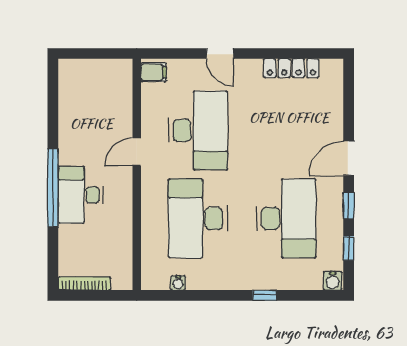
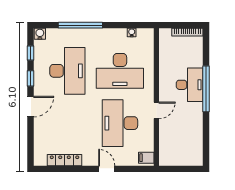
desk: (198, 218) -> (120, 71), turned 90
desk: (286, 218) -> (67, 71), turned 180
window: (265, 295) -> (80, 25), width x3.17

